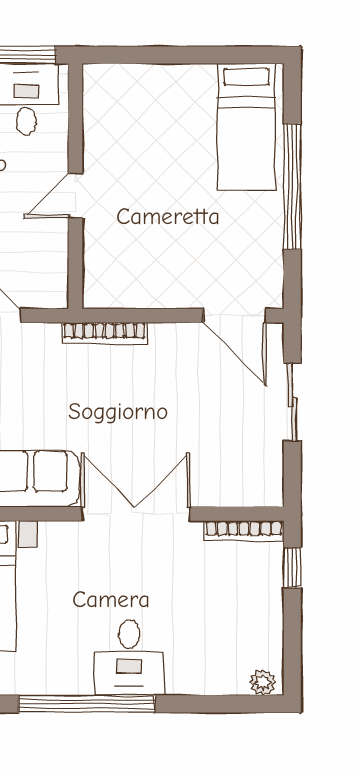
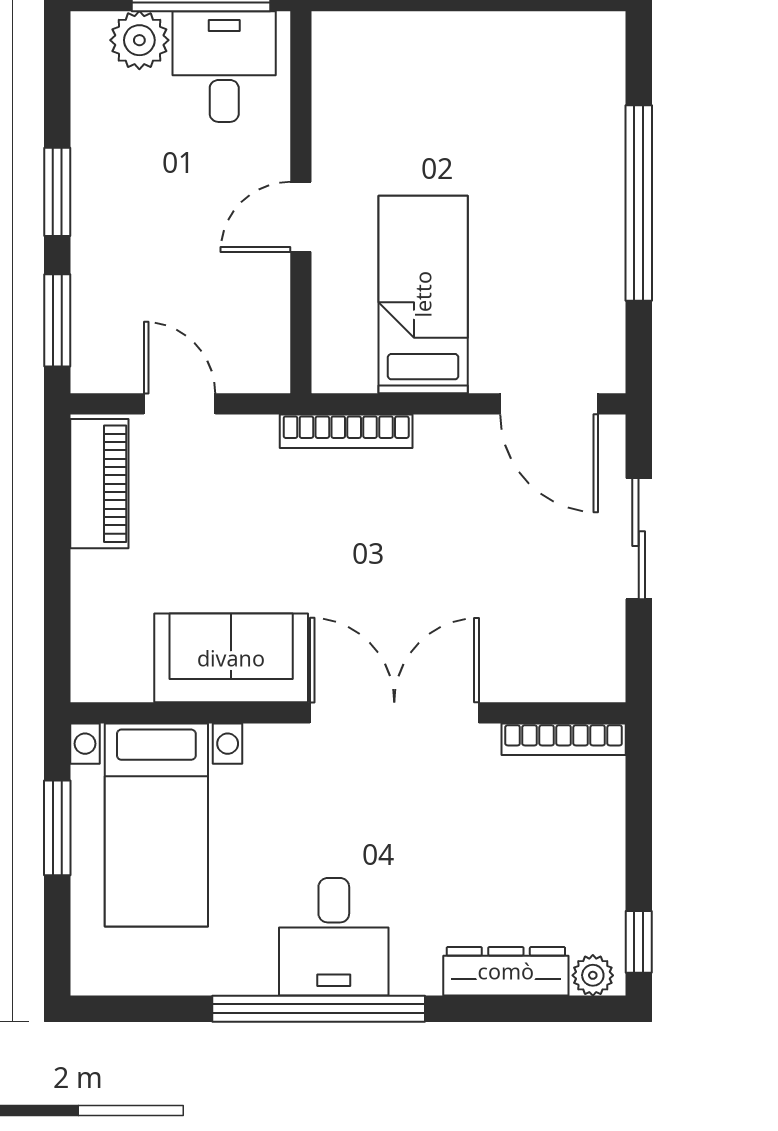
bed: (246, 127) -> (423, 294), moved, turned 180
window: (292, 568) -> (639, 942), moved
desk: (129, 658) -> (334, 937), moved
dresser: (207, 680) -> (506, 971), added

